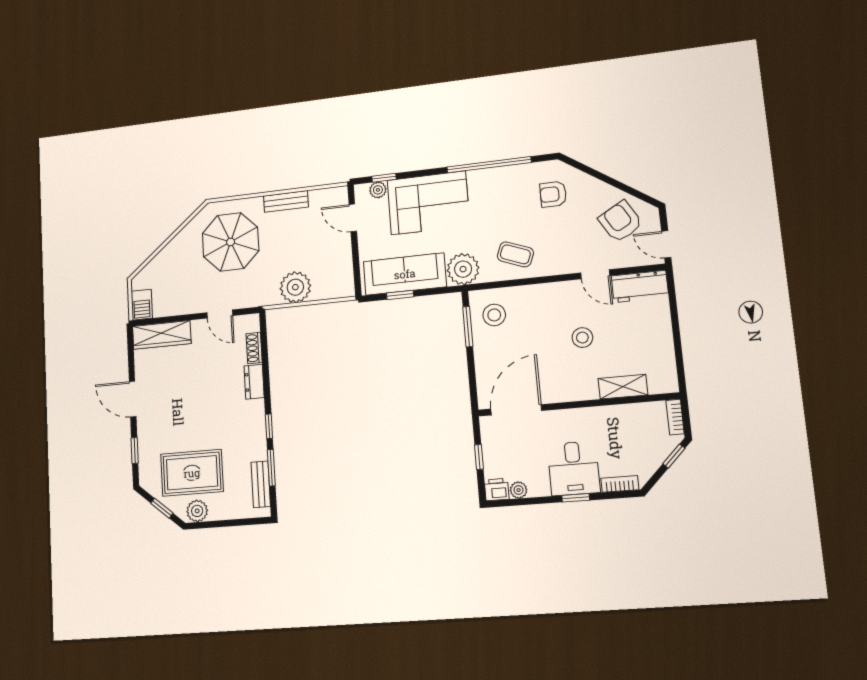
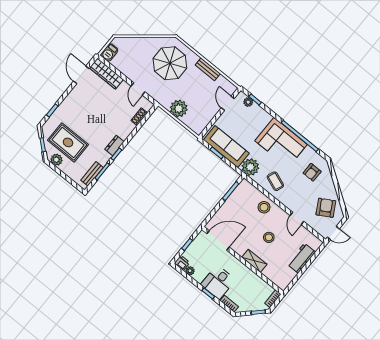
armchair: (553, 194) -> (312, 172), turned -90
corner sofa: (428, 203) -> (281, 143), moved
door: (666, 244) -> (333, 233), swing flipped
workbench: (640, 286) -> (301, 258), moved, turned 90
stool: (494, 315) -> (264, 207), moved
dresser: (254, 382) -> (114, 145), moved
shelving: (623, 387) -> (254, 261), moved
door: (133, 399) -> (81, 75), moved

